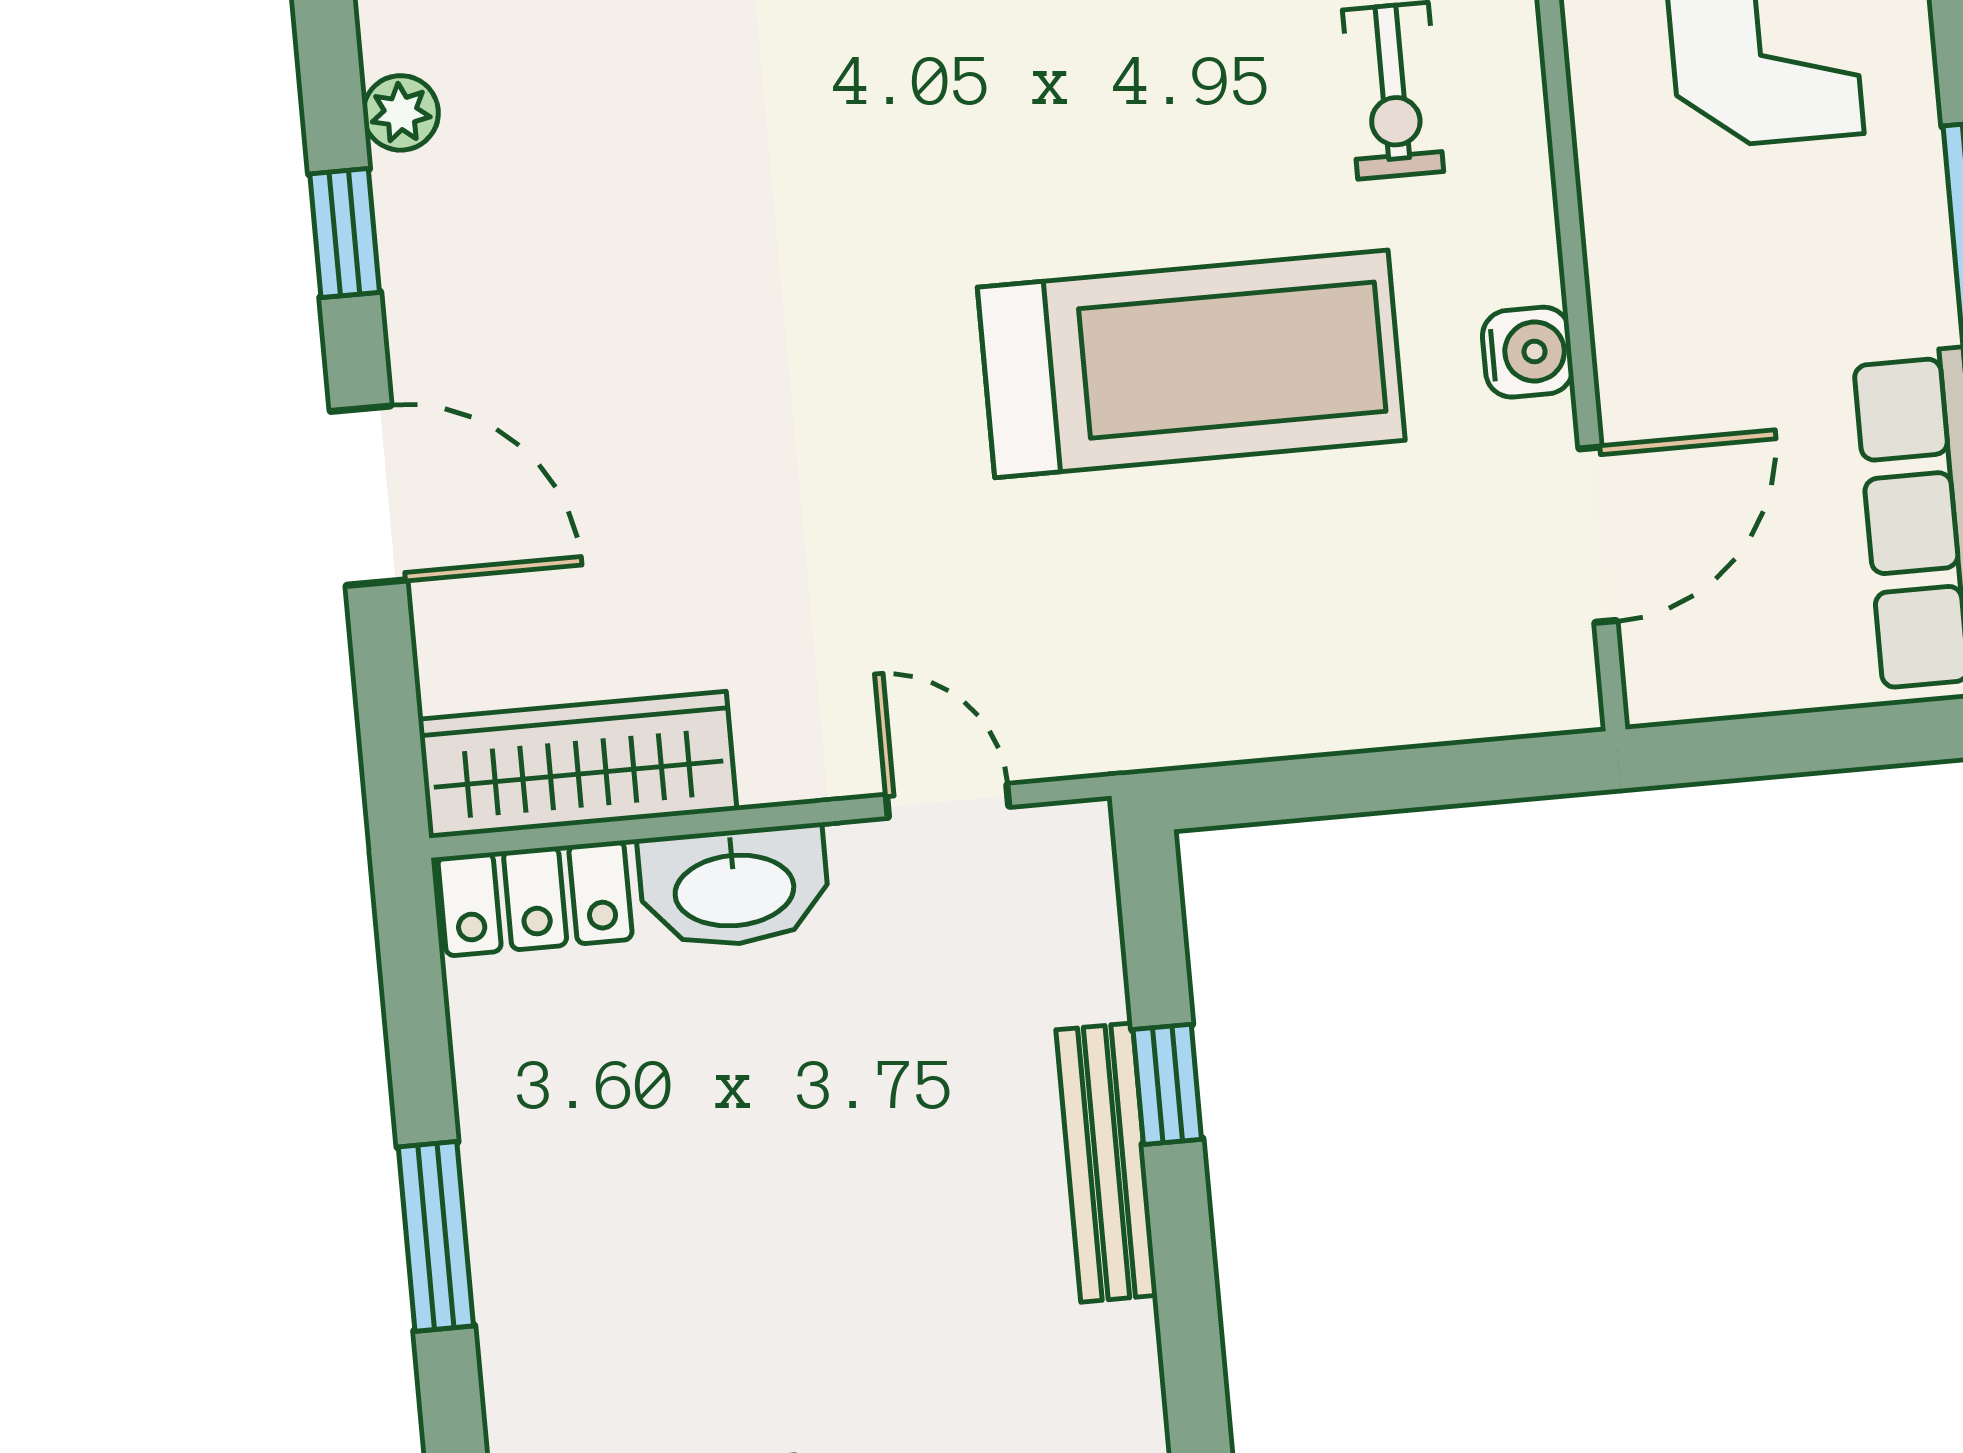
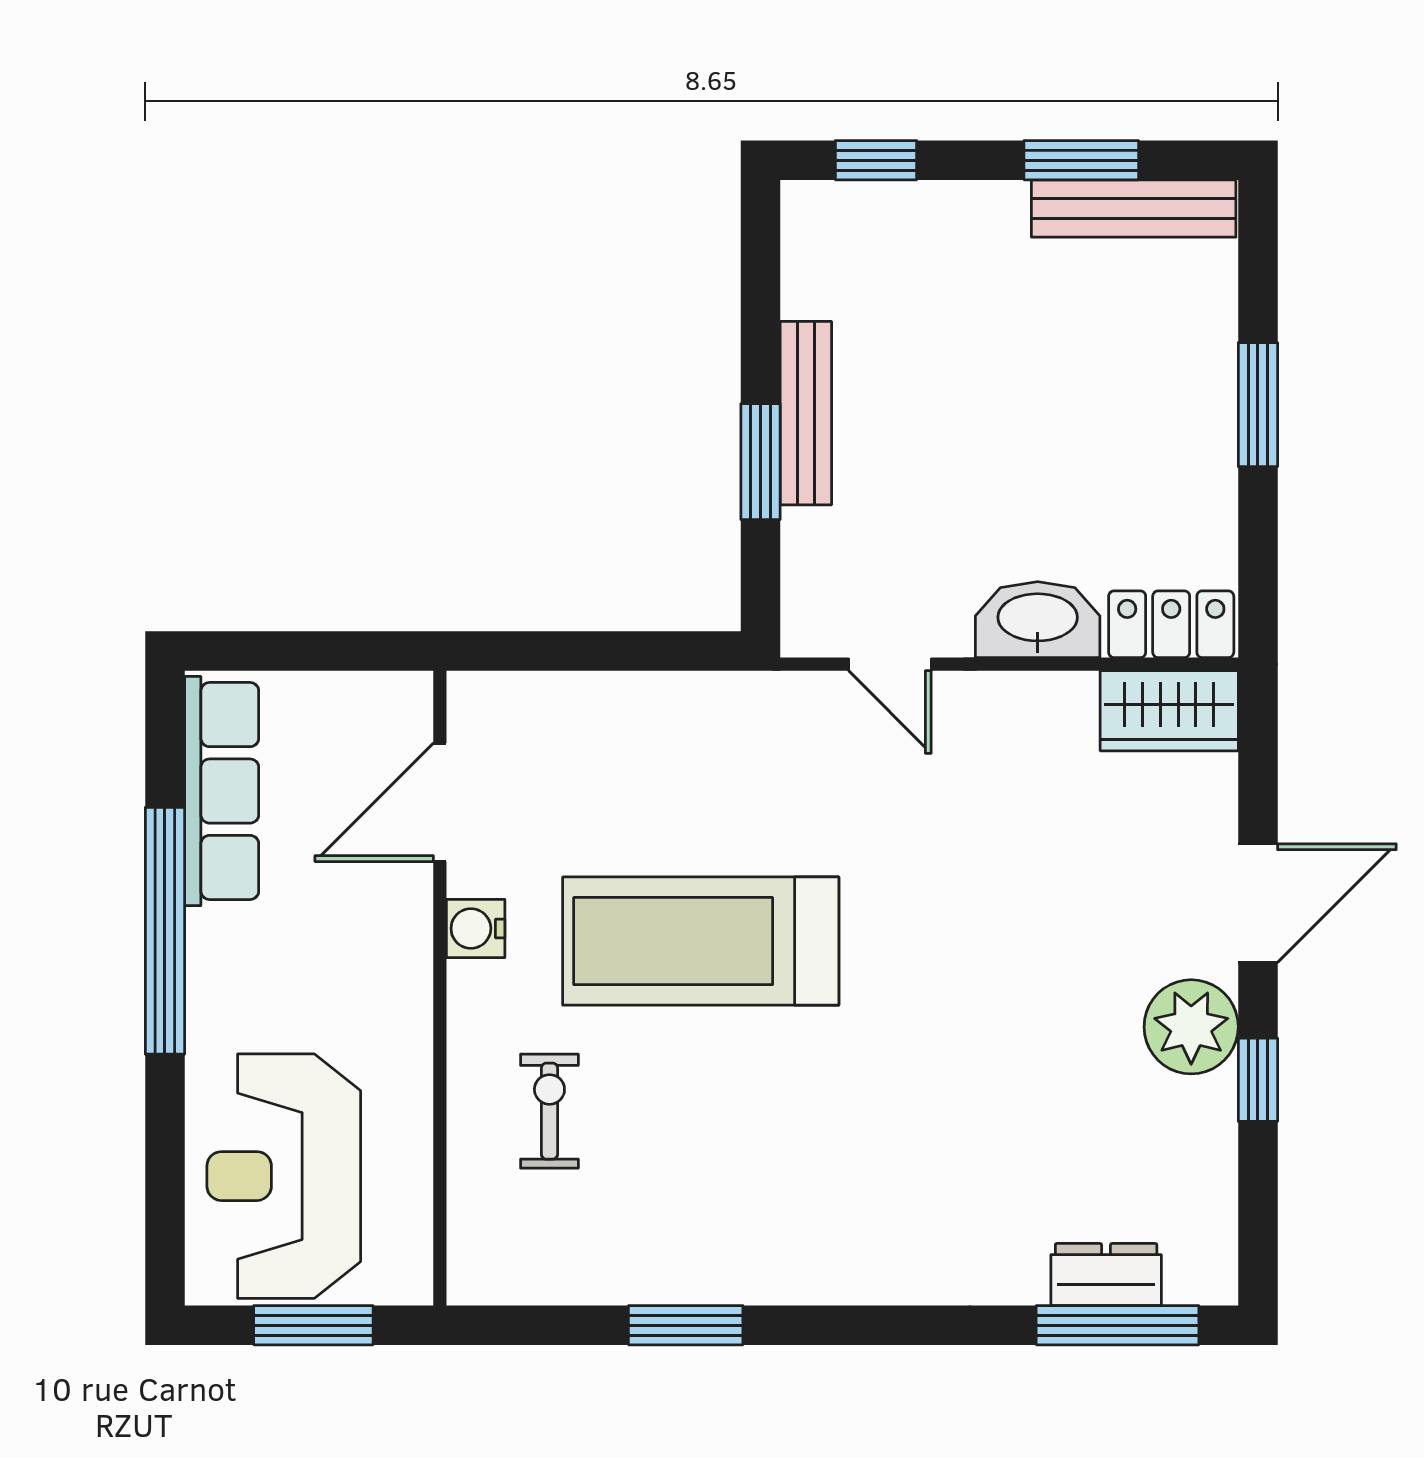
plant: (401, 113) -> (1191, 1027), moved, width x1.88, depth x1.88
door: (368, 496) -> (1258, 903), swing flipped
wardrobe: (578, 765) -> (1169, 711), width x0.67
window: (1167, 1084) -> (761, 462), width x1.50

